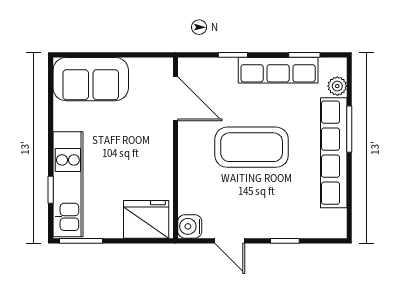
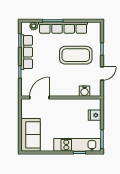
coffee table: (252, 147) -> (76, 55), moved, turned 90
fridge: (146, 219) -> (95, 115), width x0.53, depth x0.75
water cooler: (190, 226) -> (84, 91), moved

